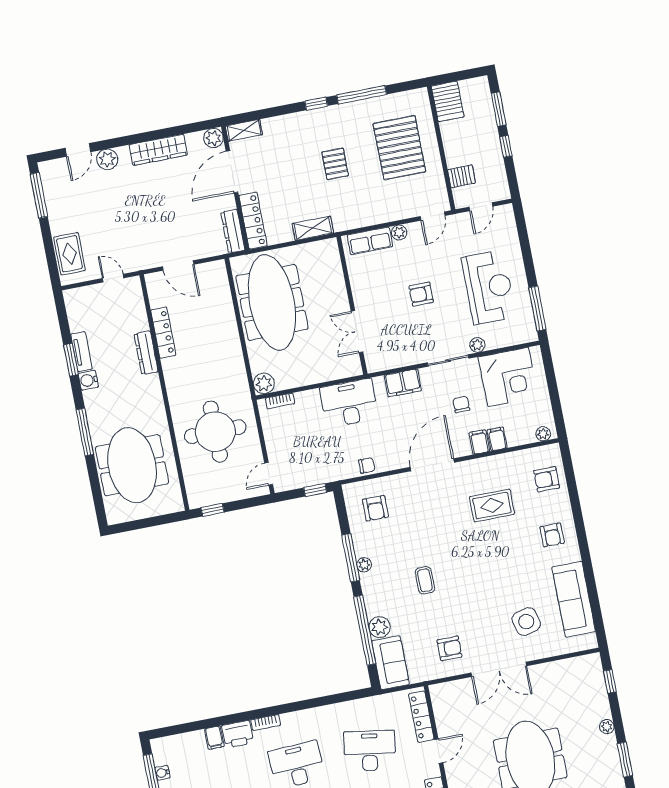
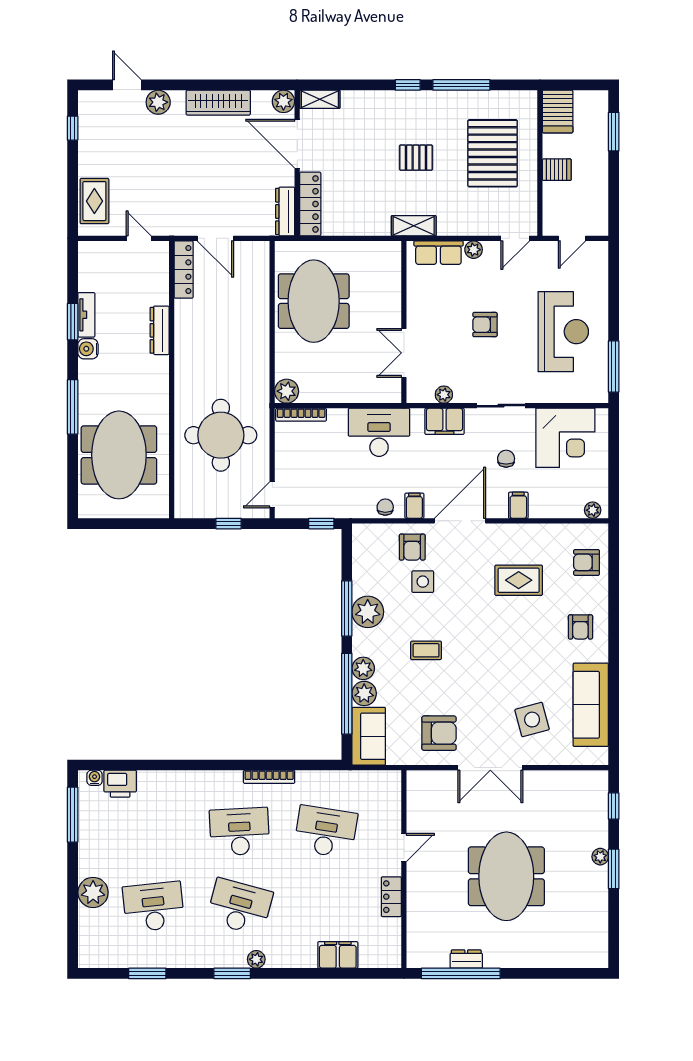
window: (506, 146) -> (614, 175), removed
door: (78, 150) -> (127, 85), swing flipped
pallet: (335, 164) -> (416, 158), turned 90
door: (232, 172) -> (297, 144), hinge flipped
server rack: (461, 176) -> (557, 170), moved
window: (39, 195) -> (73, 128), width x0.46
shelving: (313, 228) -> (414, 226), moved
meeting table: (272, 302) -> (314, 301), width x0.73
locker: (163, 333) -> (184, 270), moved
plant: (477, 345) -> (444, 395), moved
bookcase: (280, 401) -> (301, 415), width x1.56
filing cabinet: (497, 439) -> (414, 506), moved
chair: (367, 465) -> (385, 507), turned -89
armchair: (375, 508) -> (412, 547), moved
window: (212, 510) -> (228, 524), moved
side table: (411, 522) -> (423, 582), added
plant: (364, 565) -> (368, 612), width x1.87, depth x1.87
coffee table: (425, 580) -> (426, 650), turned 90
plant: (375, 606) -> (363, 668), added
armchair: (450, 648) -> (439, 733), width x1.38, depth x1.38
locker: (421, 717) -> (392, 804), removed
bookcase: (266, 723) -> (269, 777), moved, width x1.56
printer: (238, 734) -> (120, 784), moved
filing cabinet: (214, 738) -> (152, 783), removed
window: (625, 759) -> (614, 869), moved
water cooler: (162, 773) -> (95, 778), moved, turned 90

